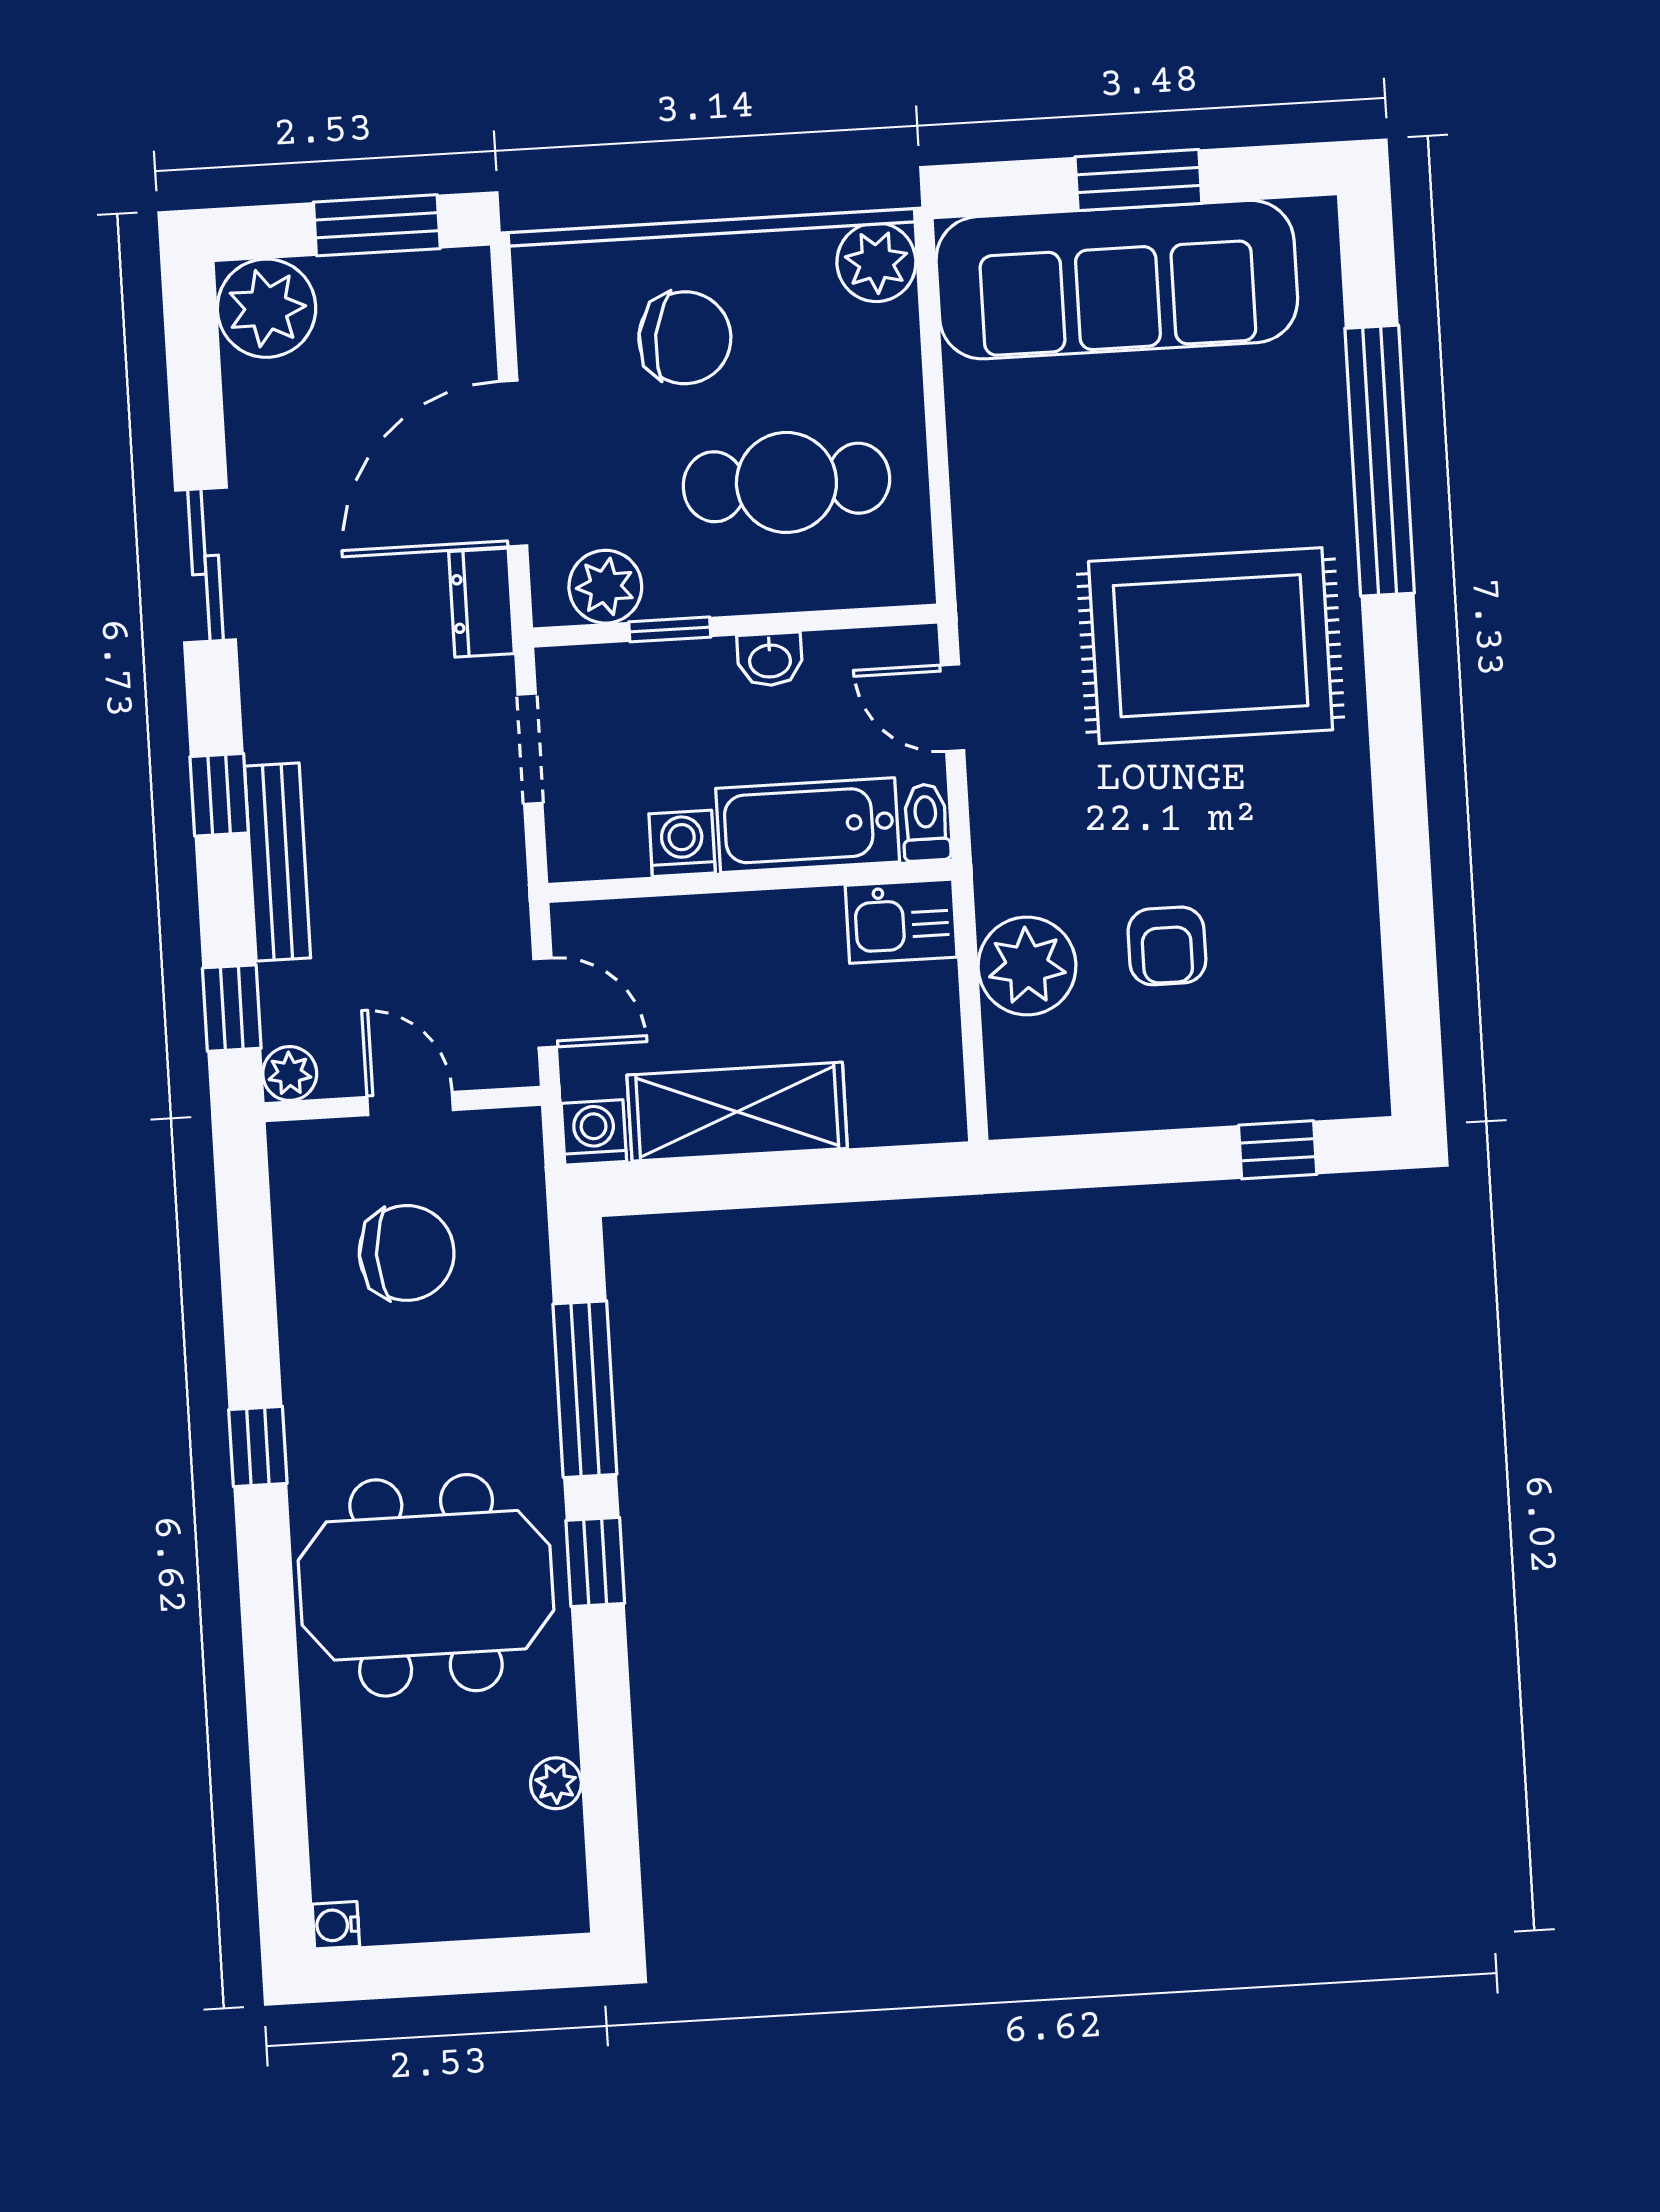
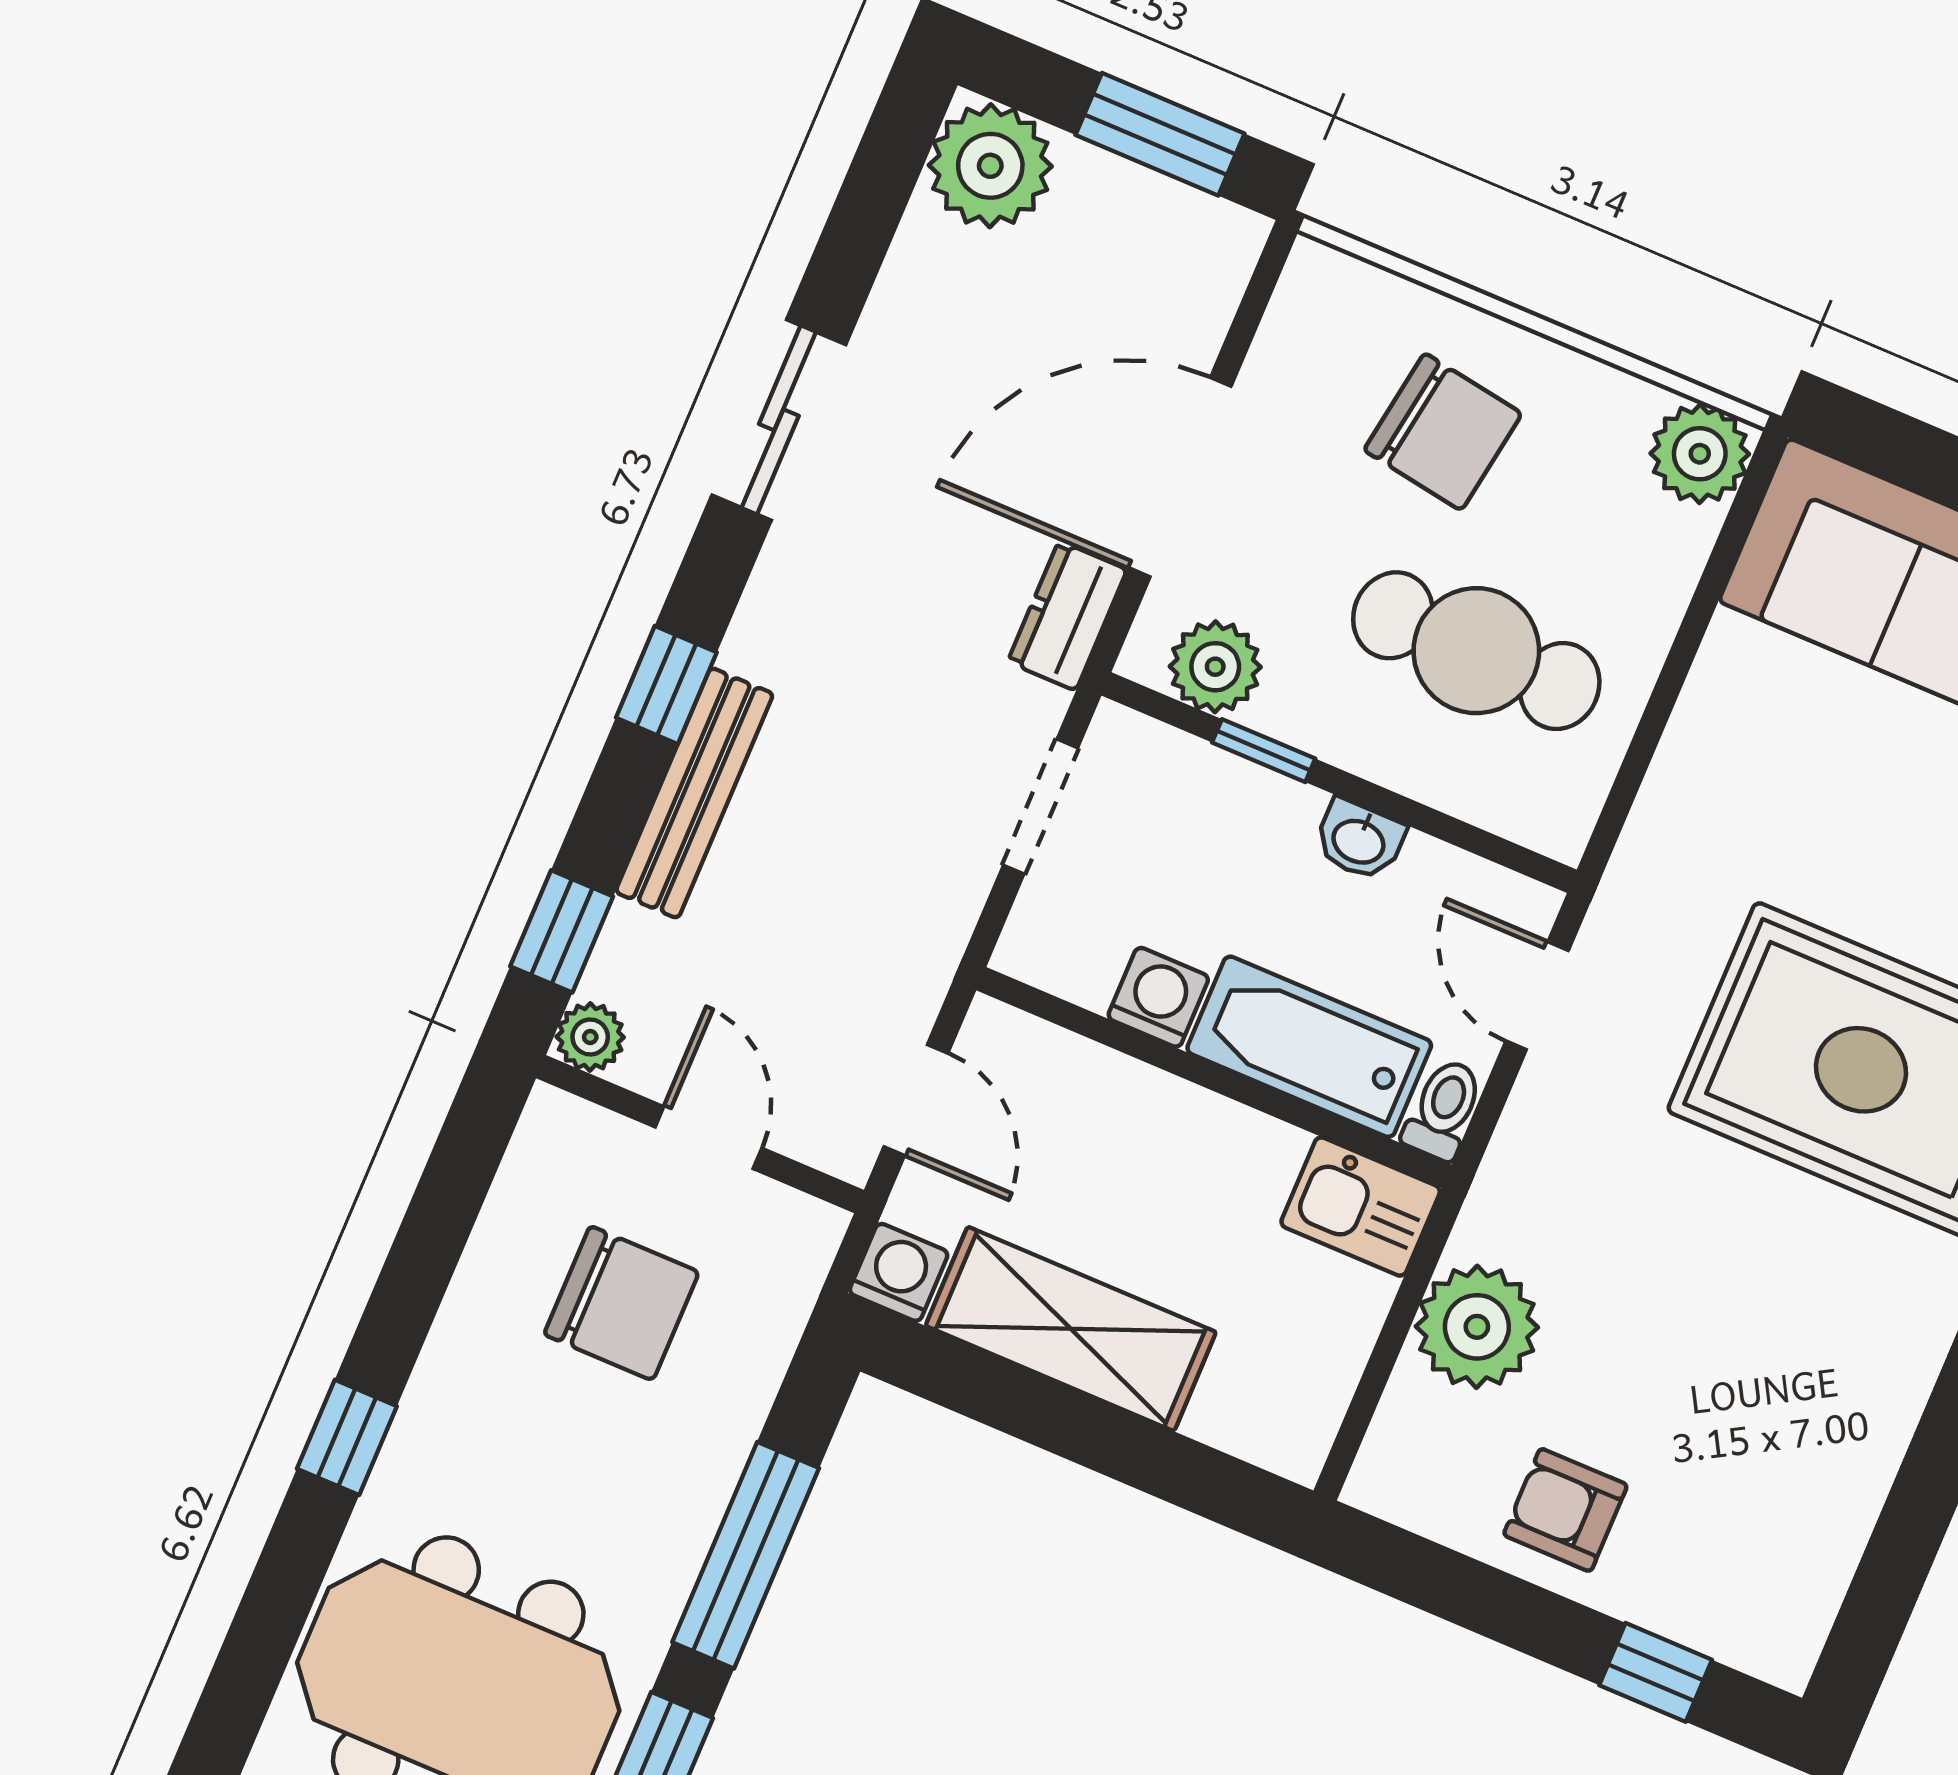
armchair: (1167, 946) -> (1565, 1510), moved, turned 90

